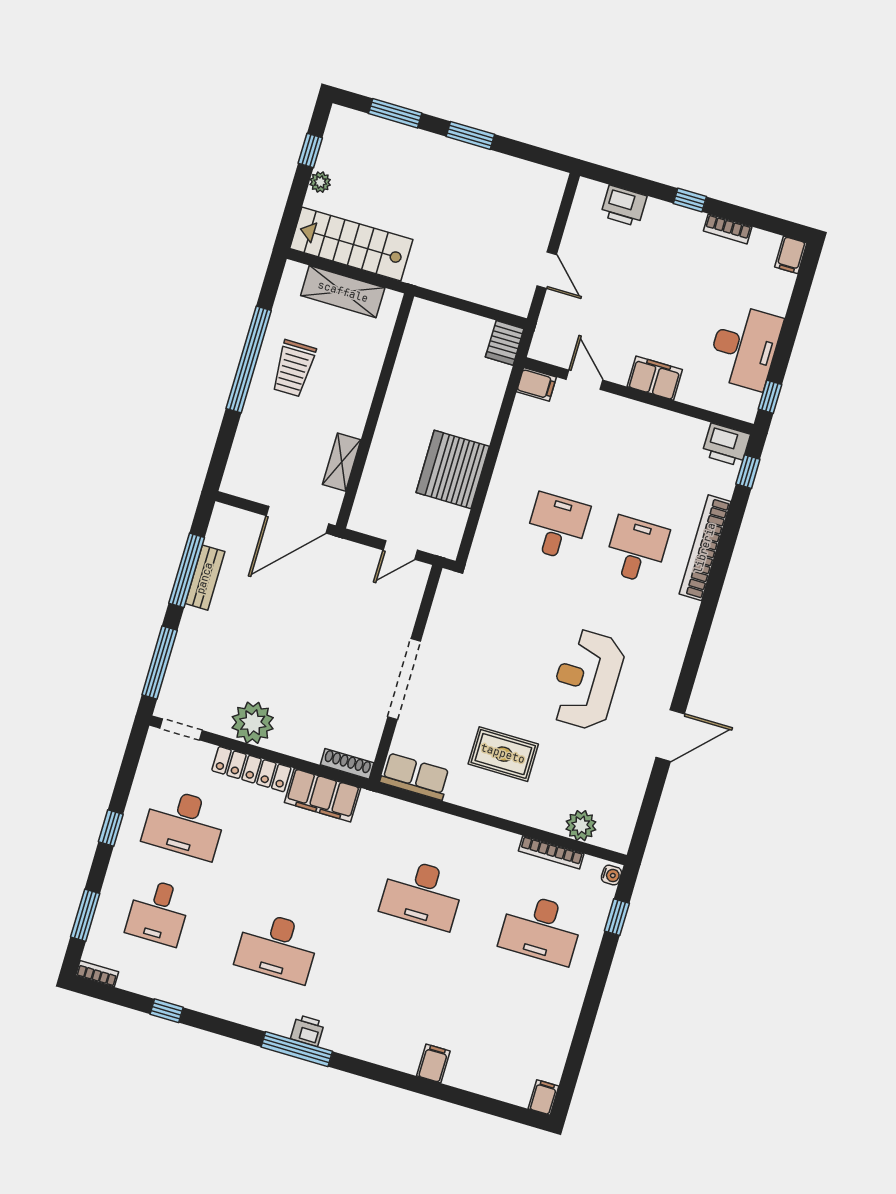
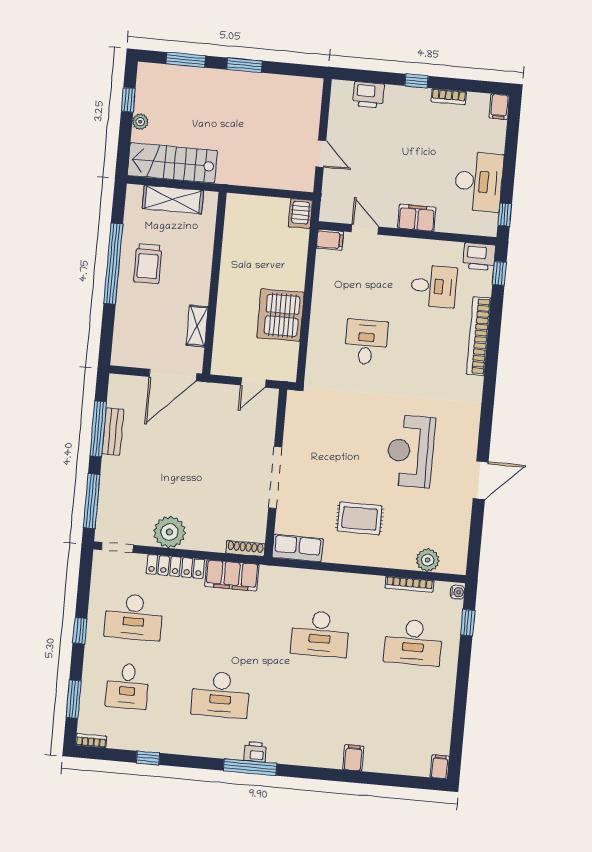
desk: (636, 550) -> (434, 286), moved, turned 90

